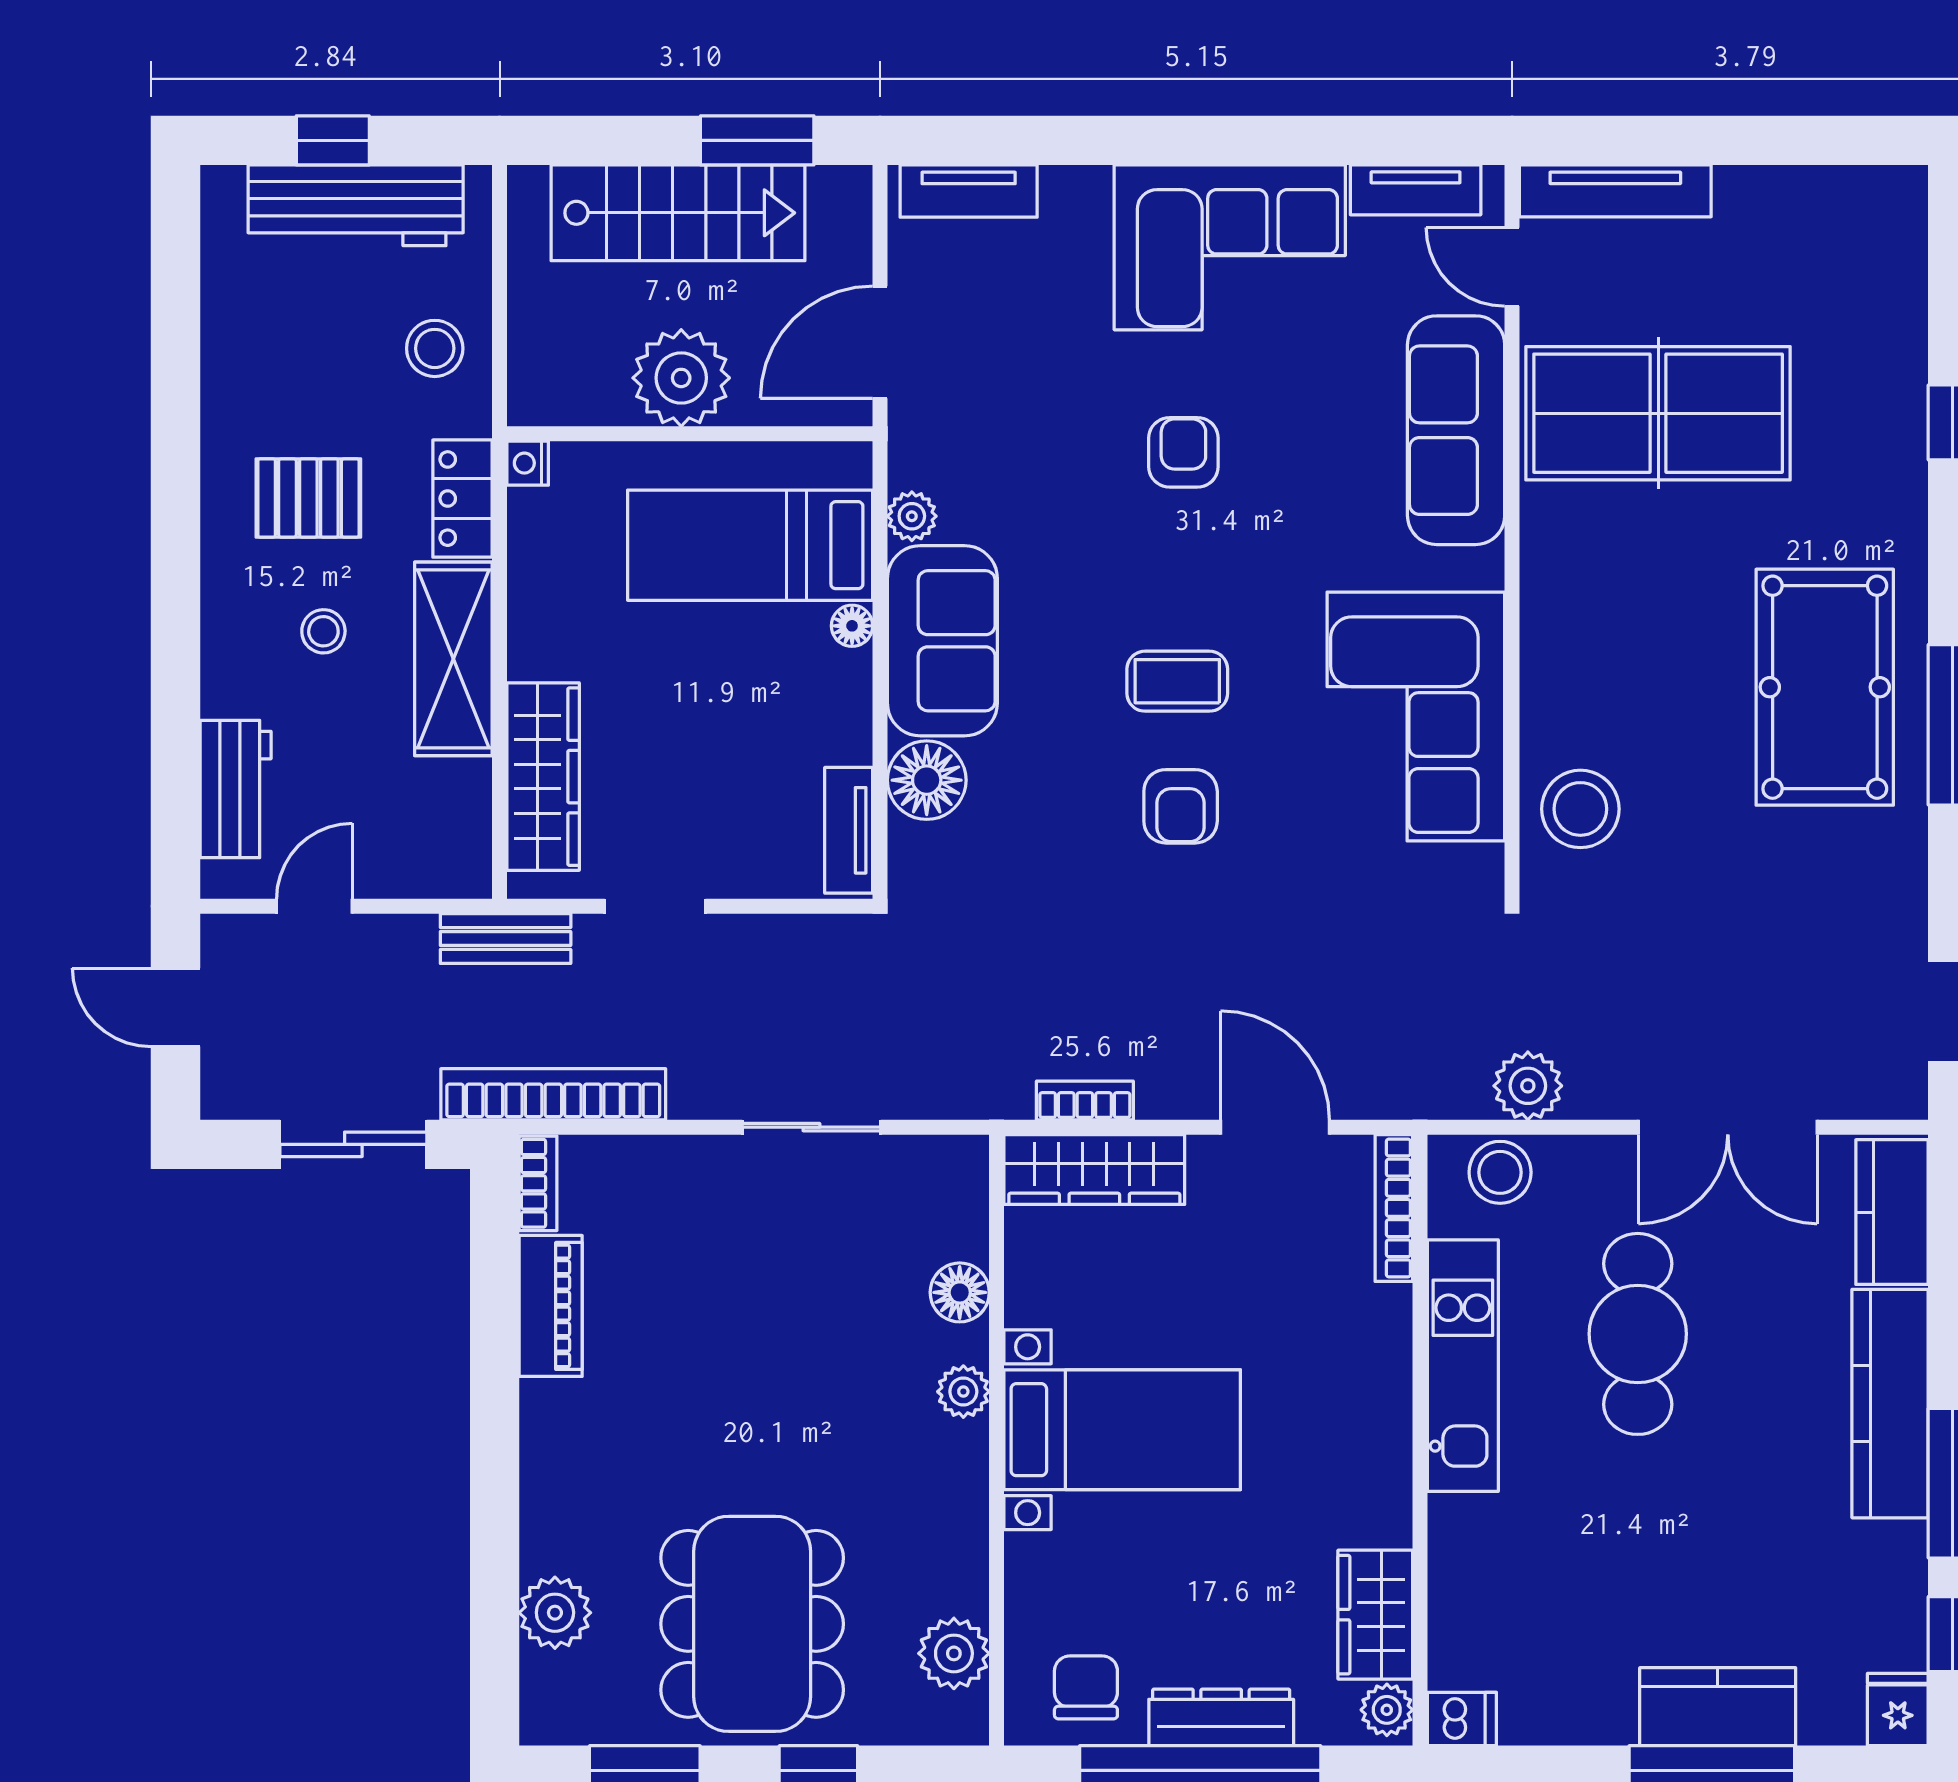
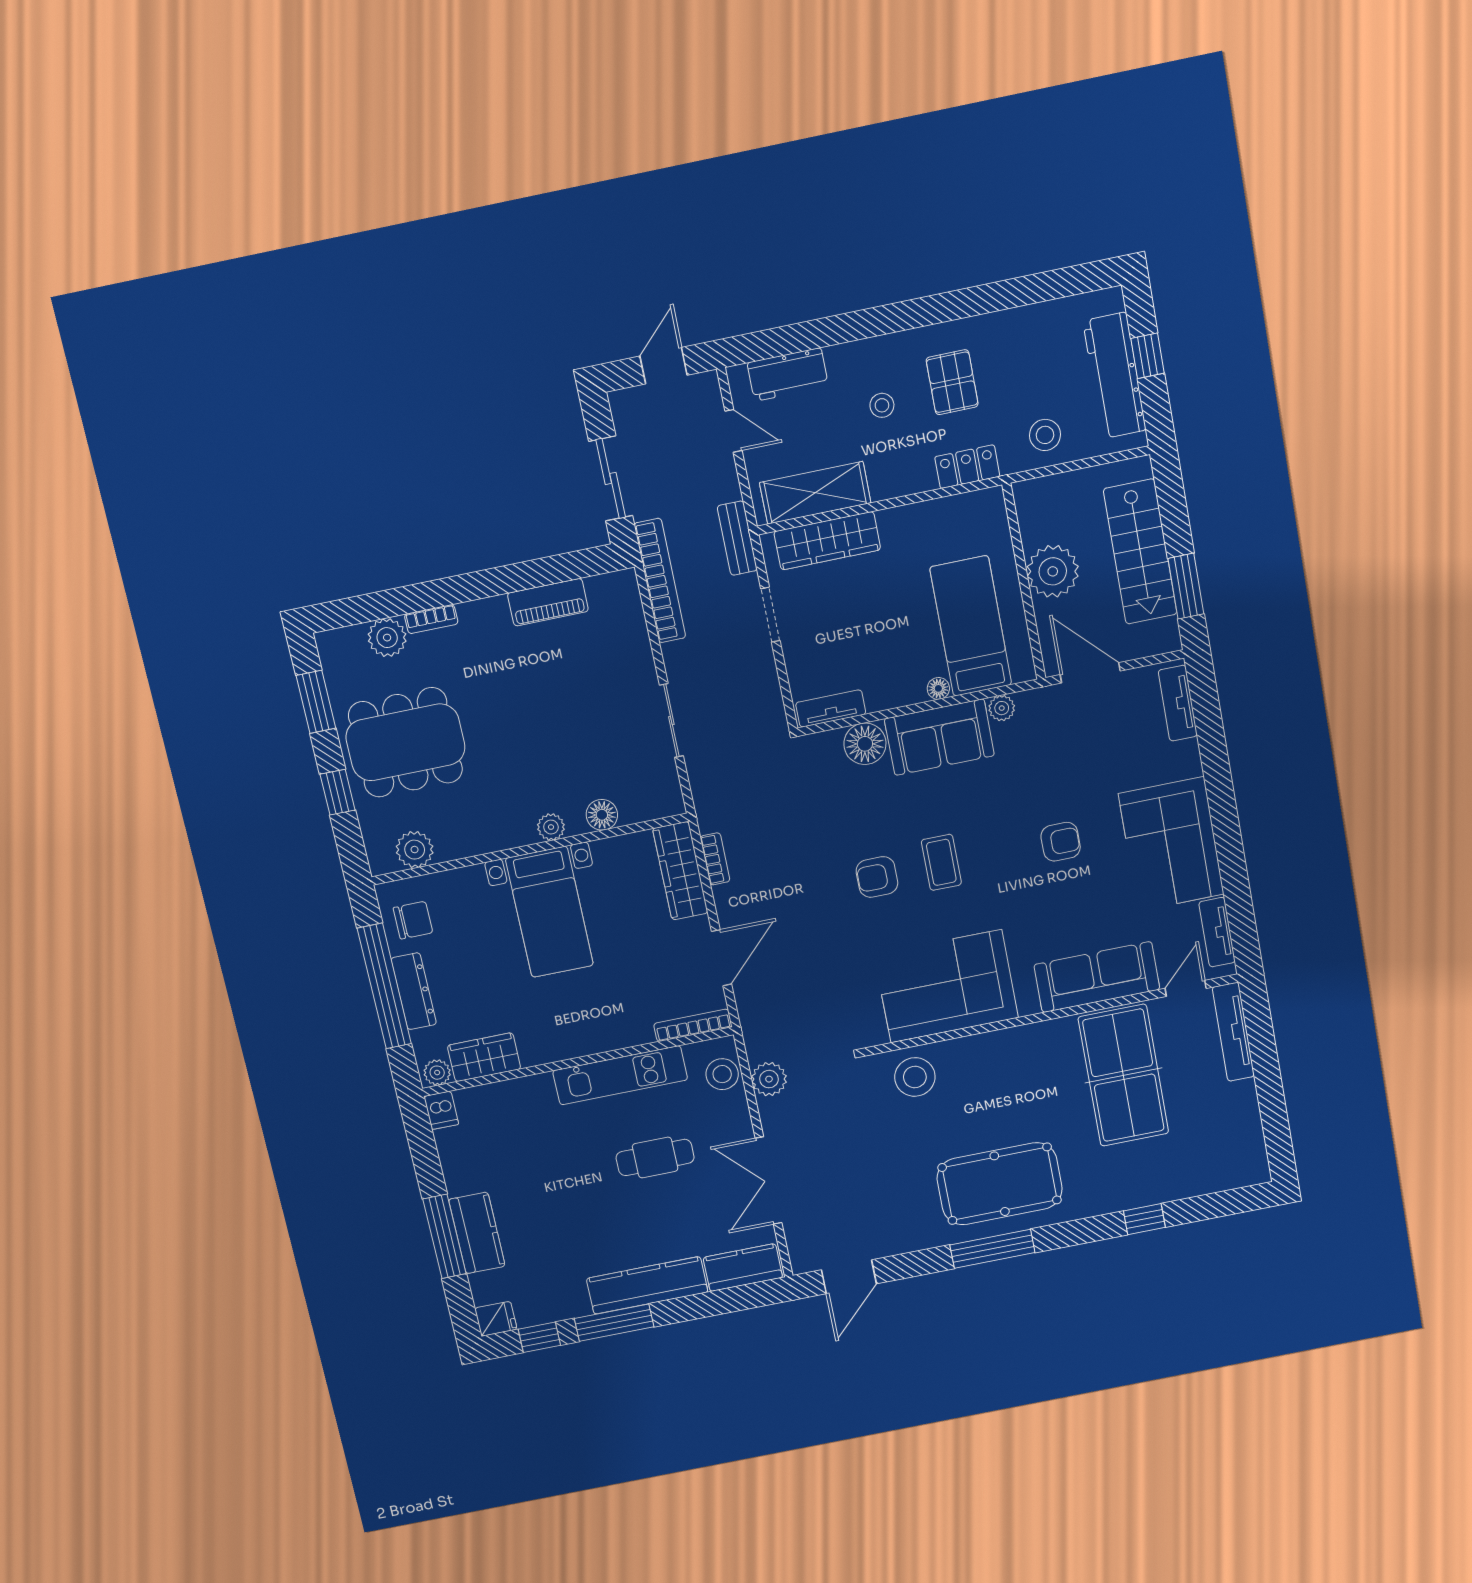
nightstand: (528, 463) -> (993, 498), removed
shelving: (453, 659) -> (815, 493), moved
bookcase: (538, 1183) -> (431, 619), moved
cafe table: (1638, 1334) -> (655, 1157), width x0.73, depth x0.74

